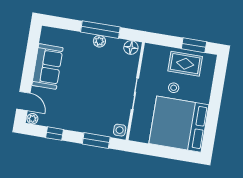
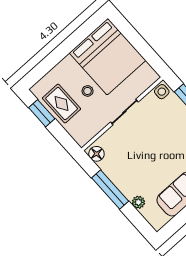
plant: (99, 41) -> (138, 202), moved

